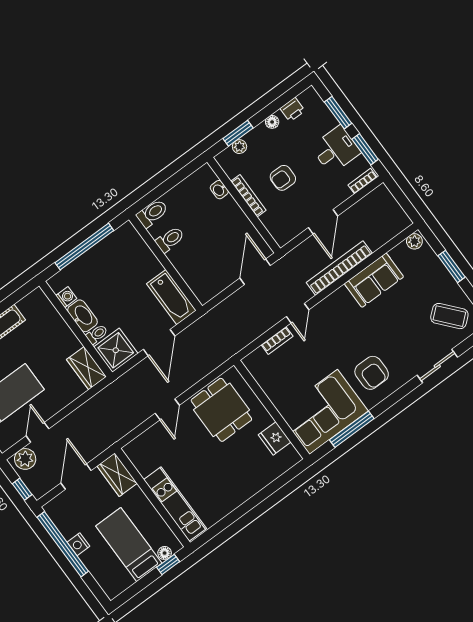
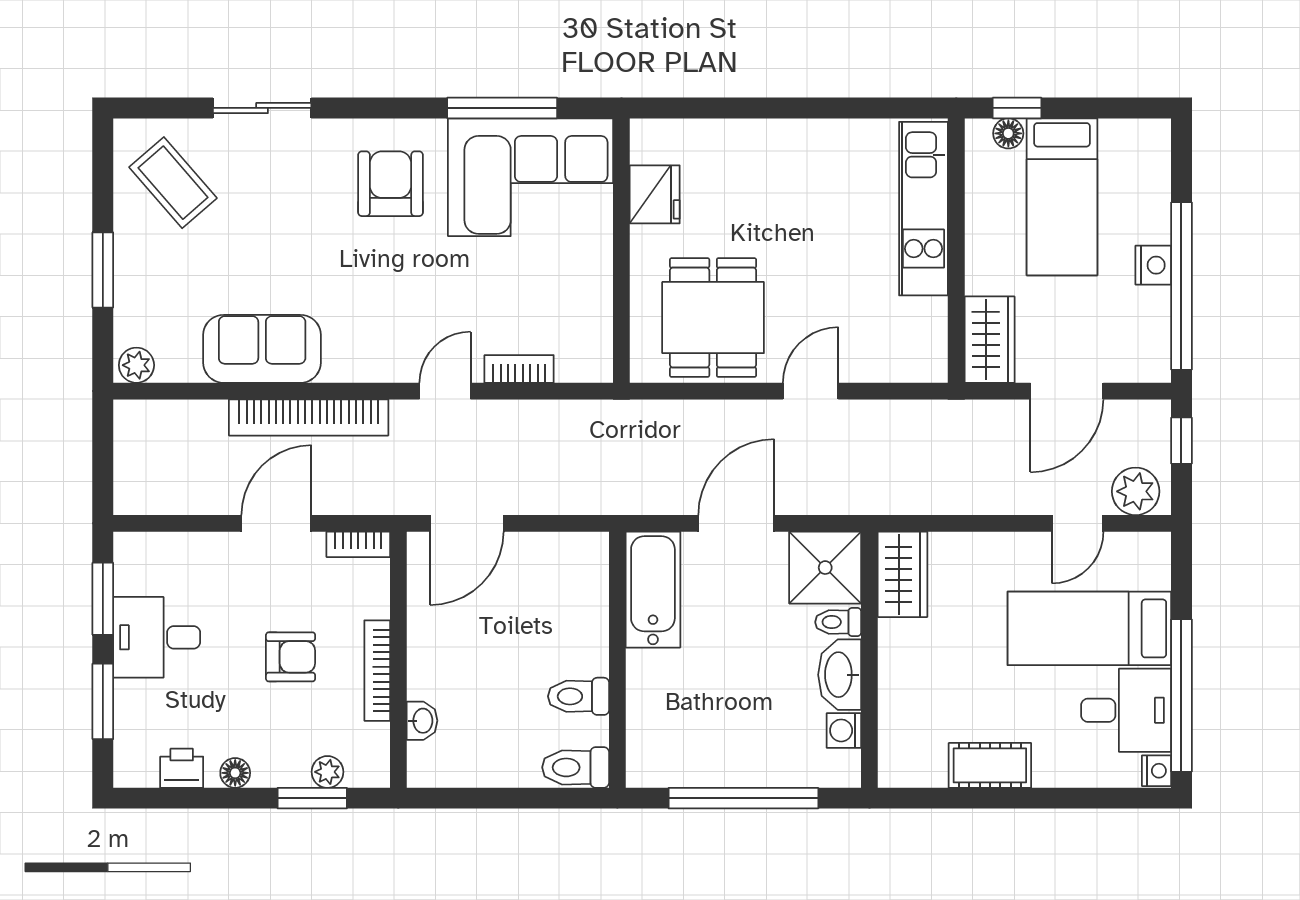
bookcase: (362, 181) -> (358, 544), moved

